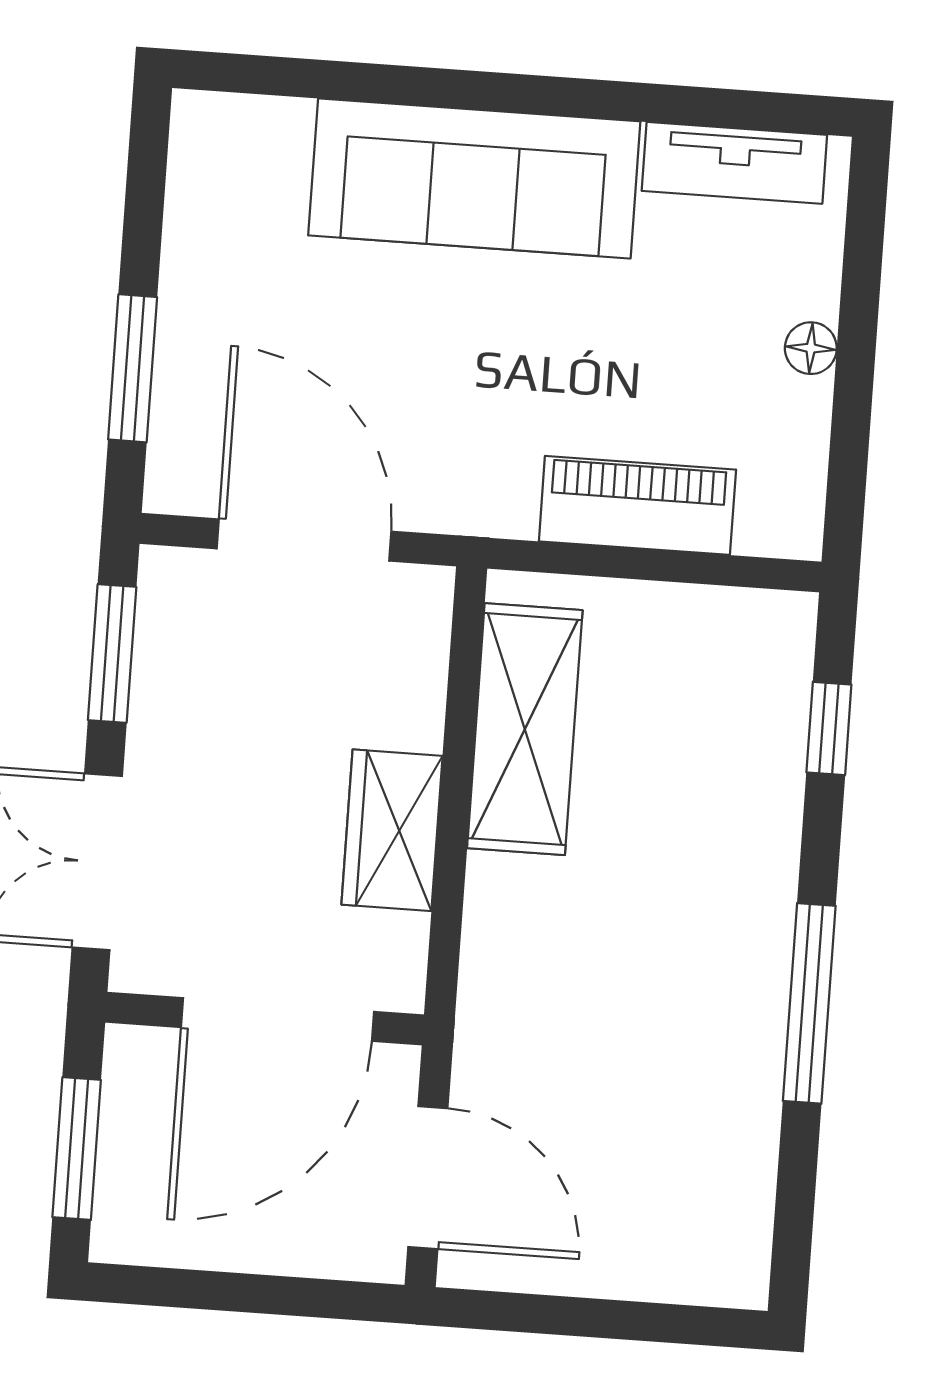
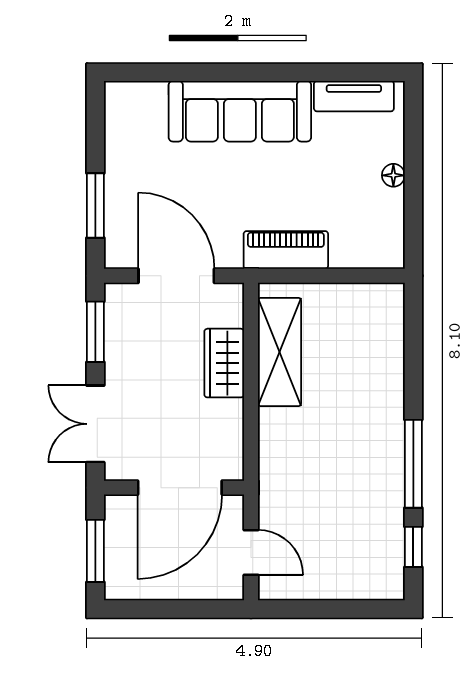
piano: (637, 505) -> (286, 250), moved
window: (829, 728) -> (413, 547), moved
wardrobe: (392, 830) -> (224, 363), moved
door: (428, 1178) -> (251, 552), width x0.73

